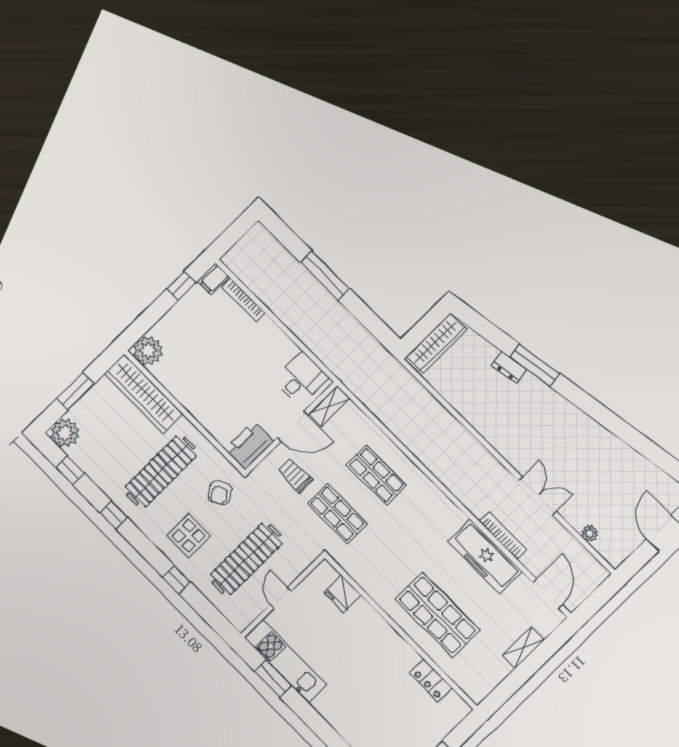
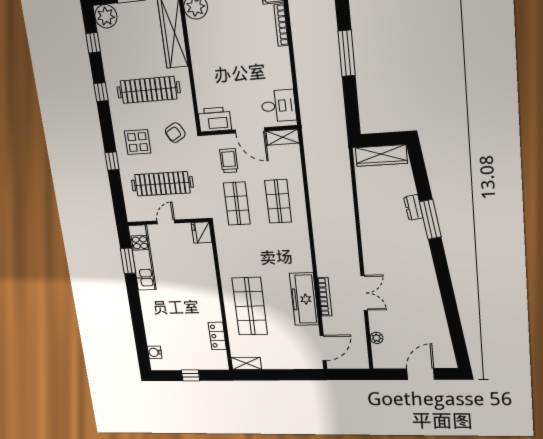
fridge: (343, 594) -> (202, 232), moved
shelving: (523, 648) -> (246, 363), moved

